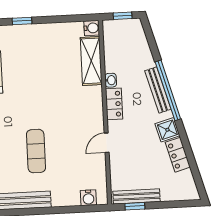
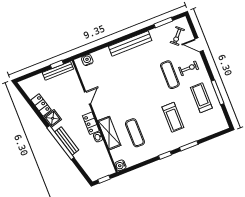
shelving: (91, 61) -> (109, 133), moved
exercise mat: (36, 151) -> (135, 133), moved

